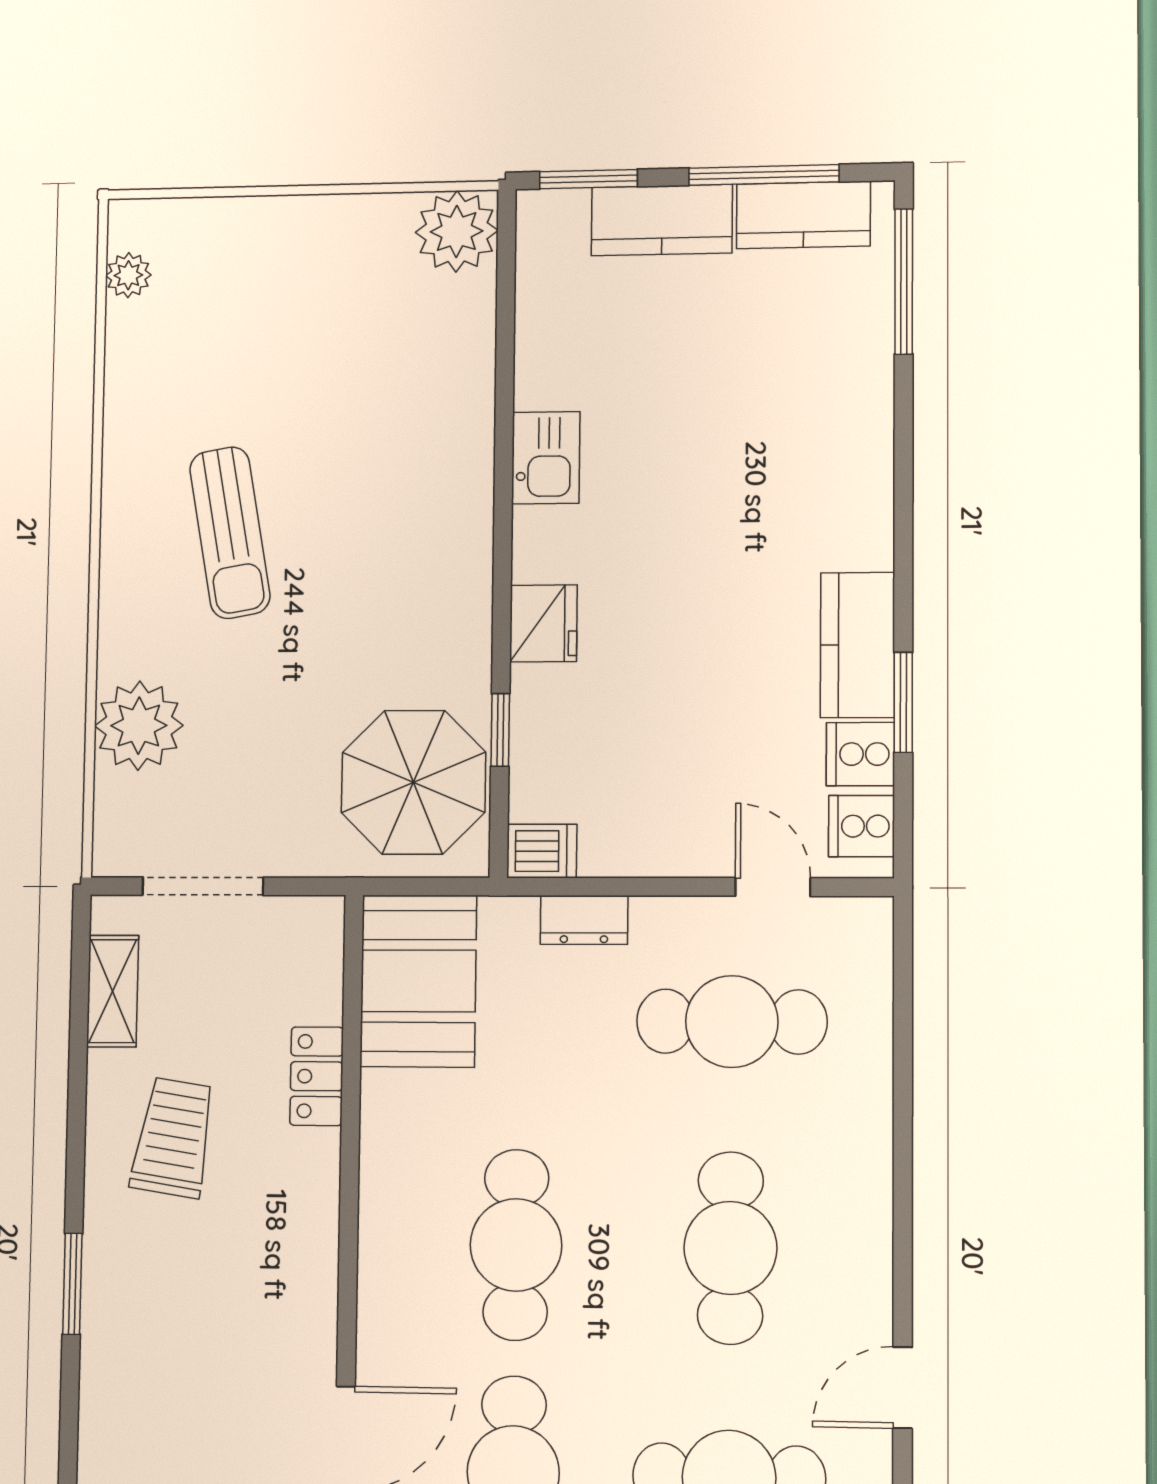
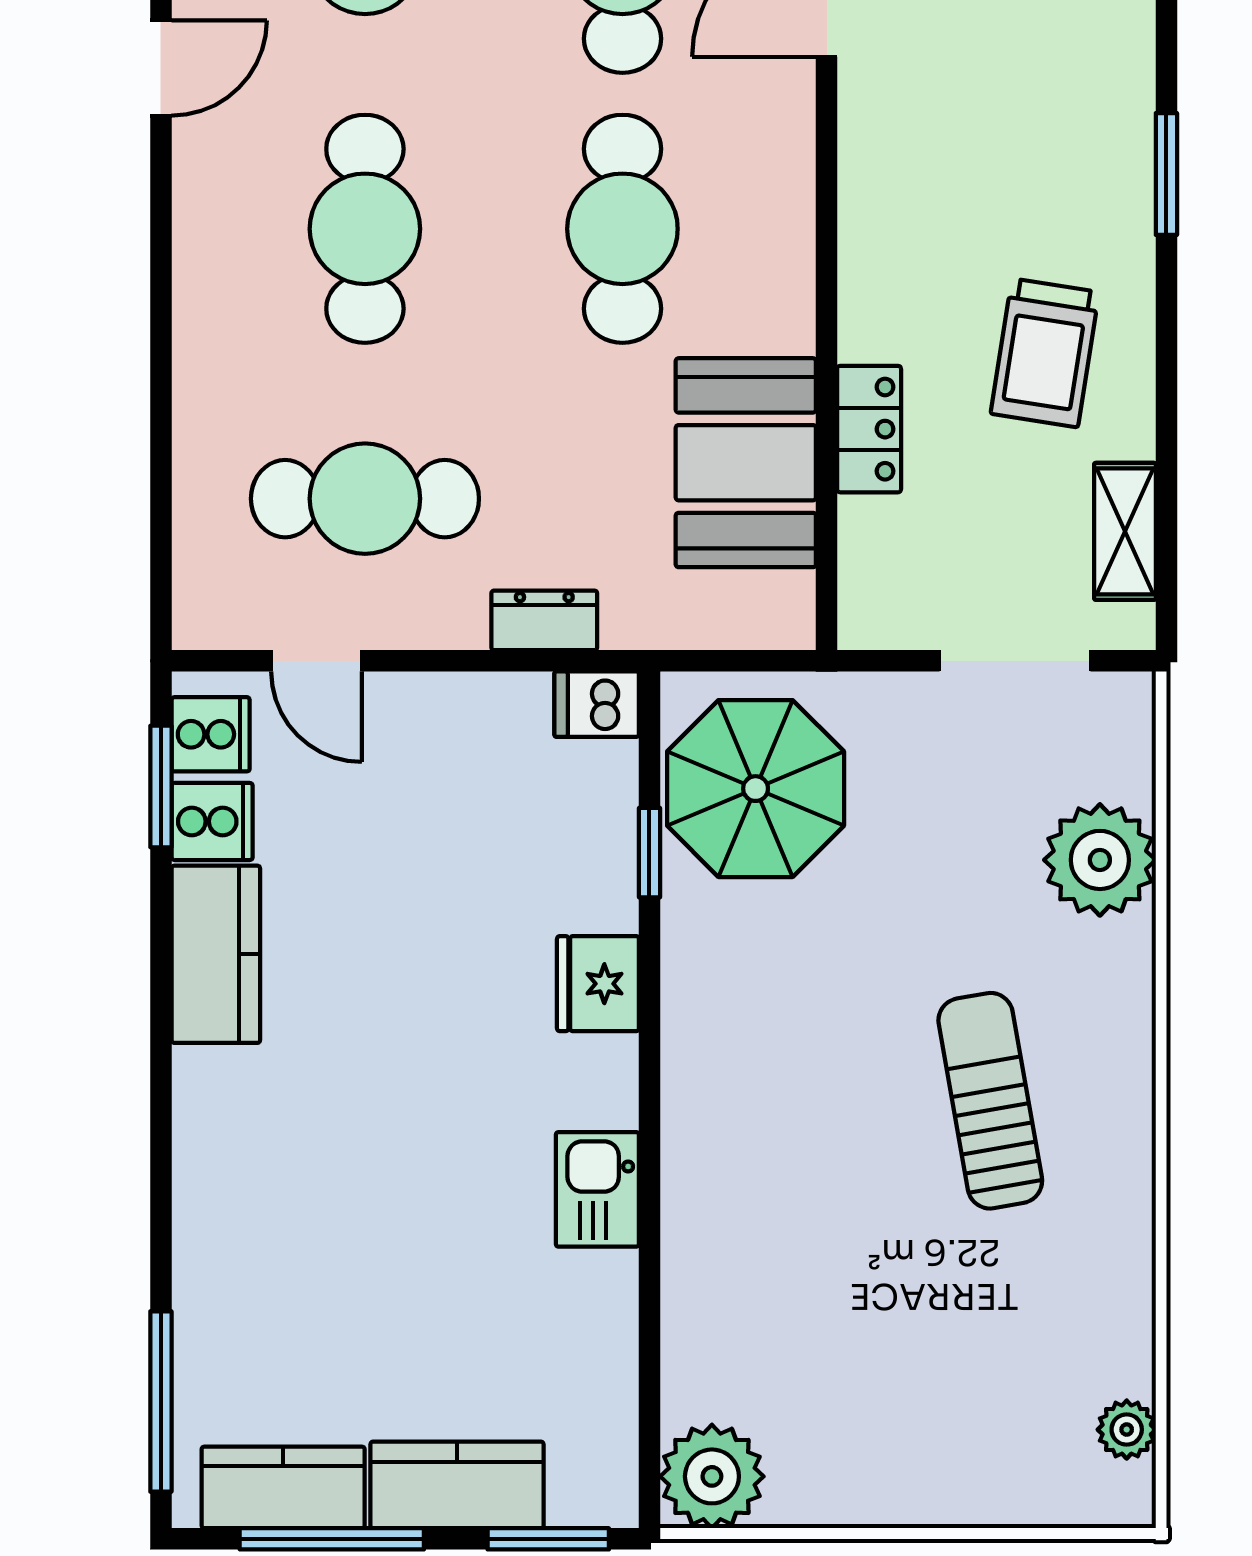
window: (903, 702) -> (161, 786), moved
booth: (418, 981) -> (746, 463), moved

